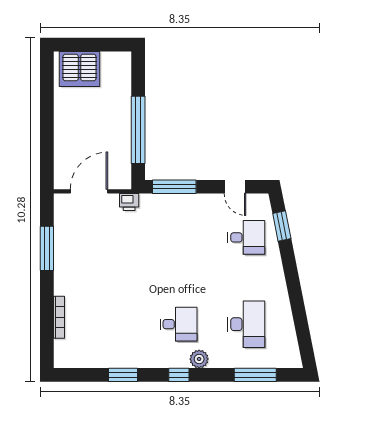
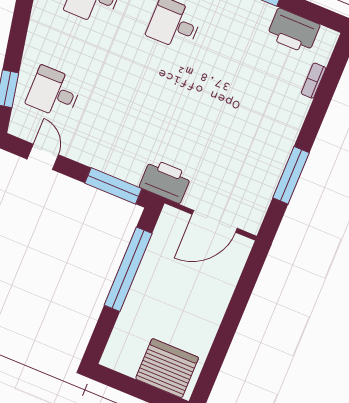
printer: (129, 202) -> (165, 181), width x1.87, depth x1.48
bookcase: (59, 317) -> (313, 81), width x0.64
printer: (89, 355) -> (293, 31), added

